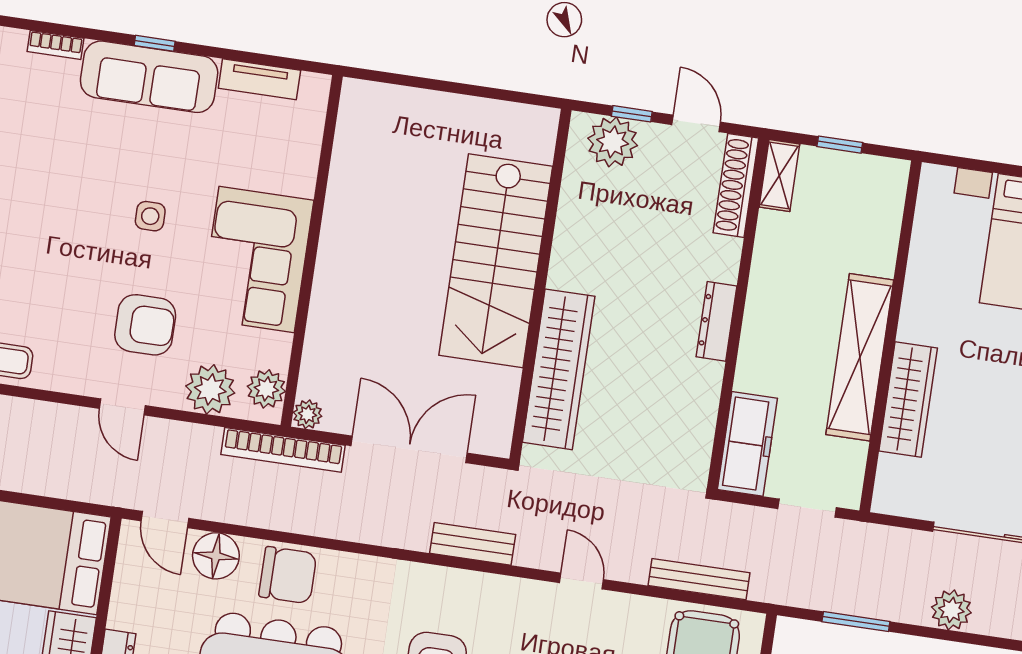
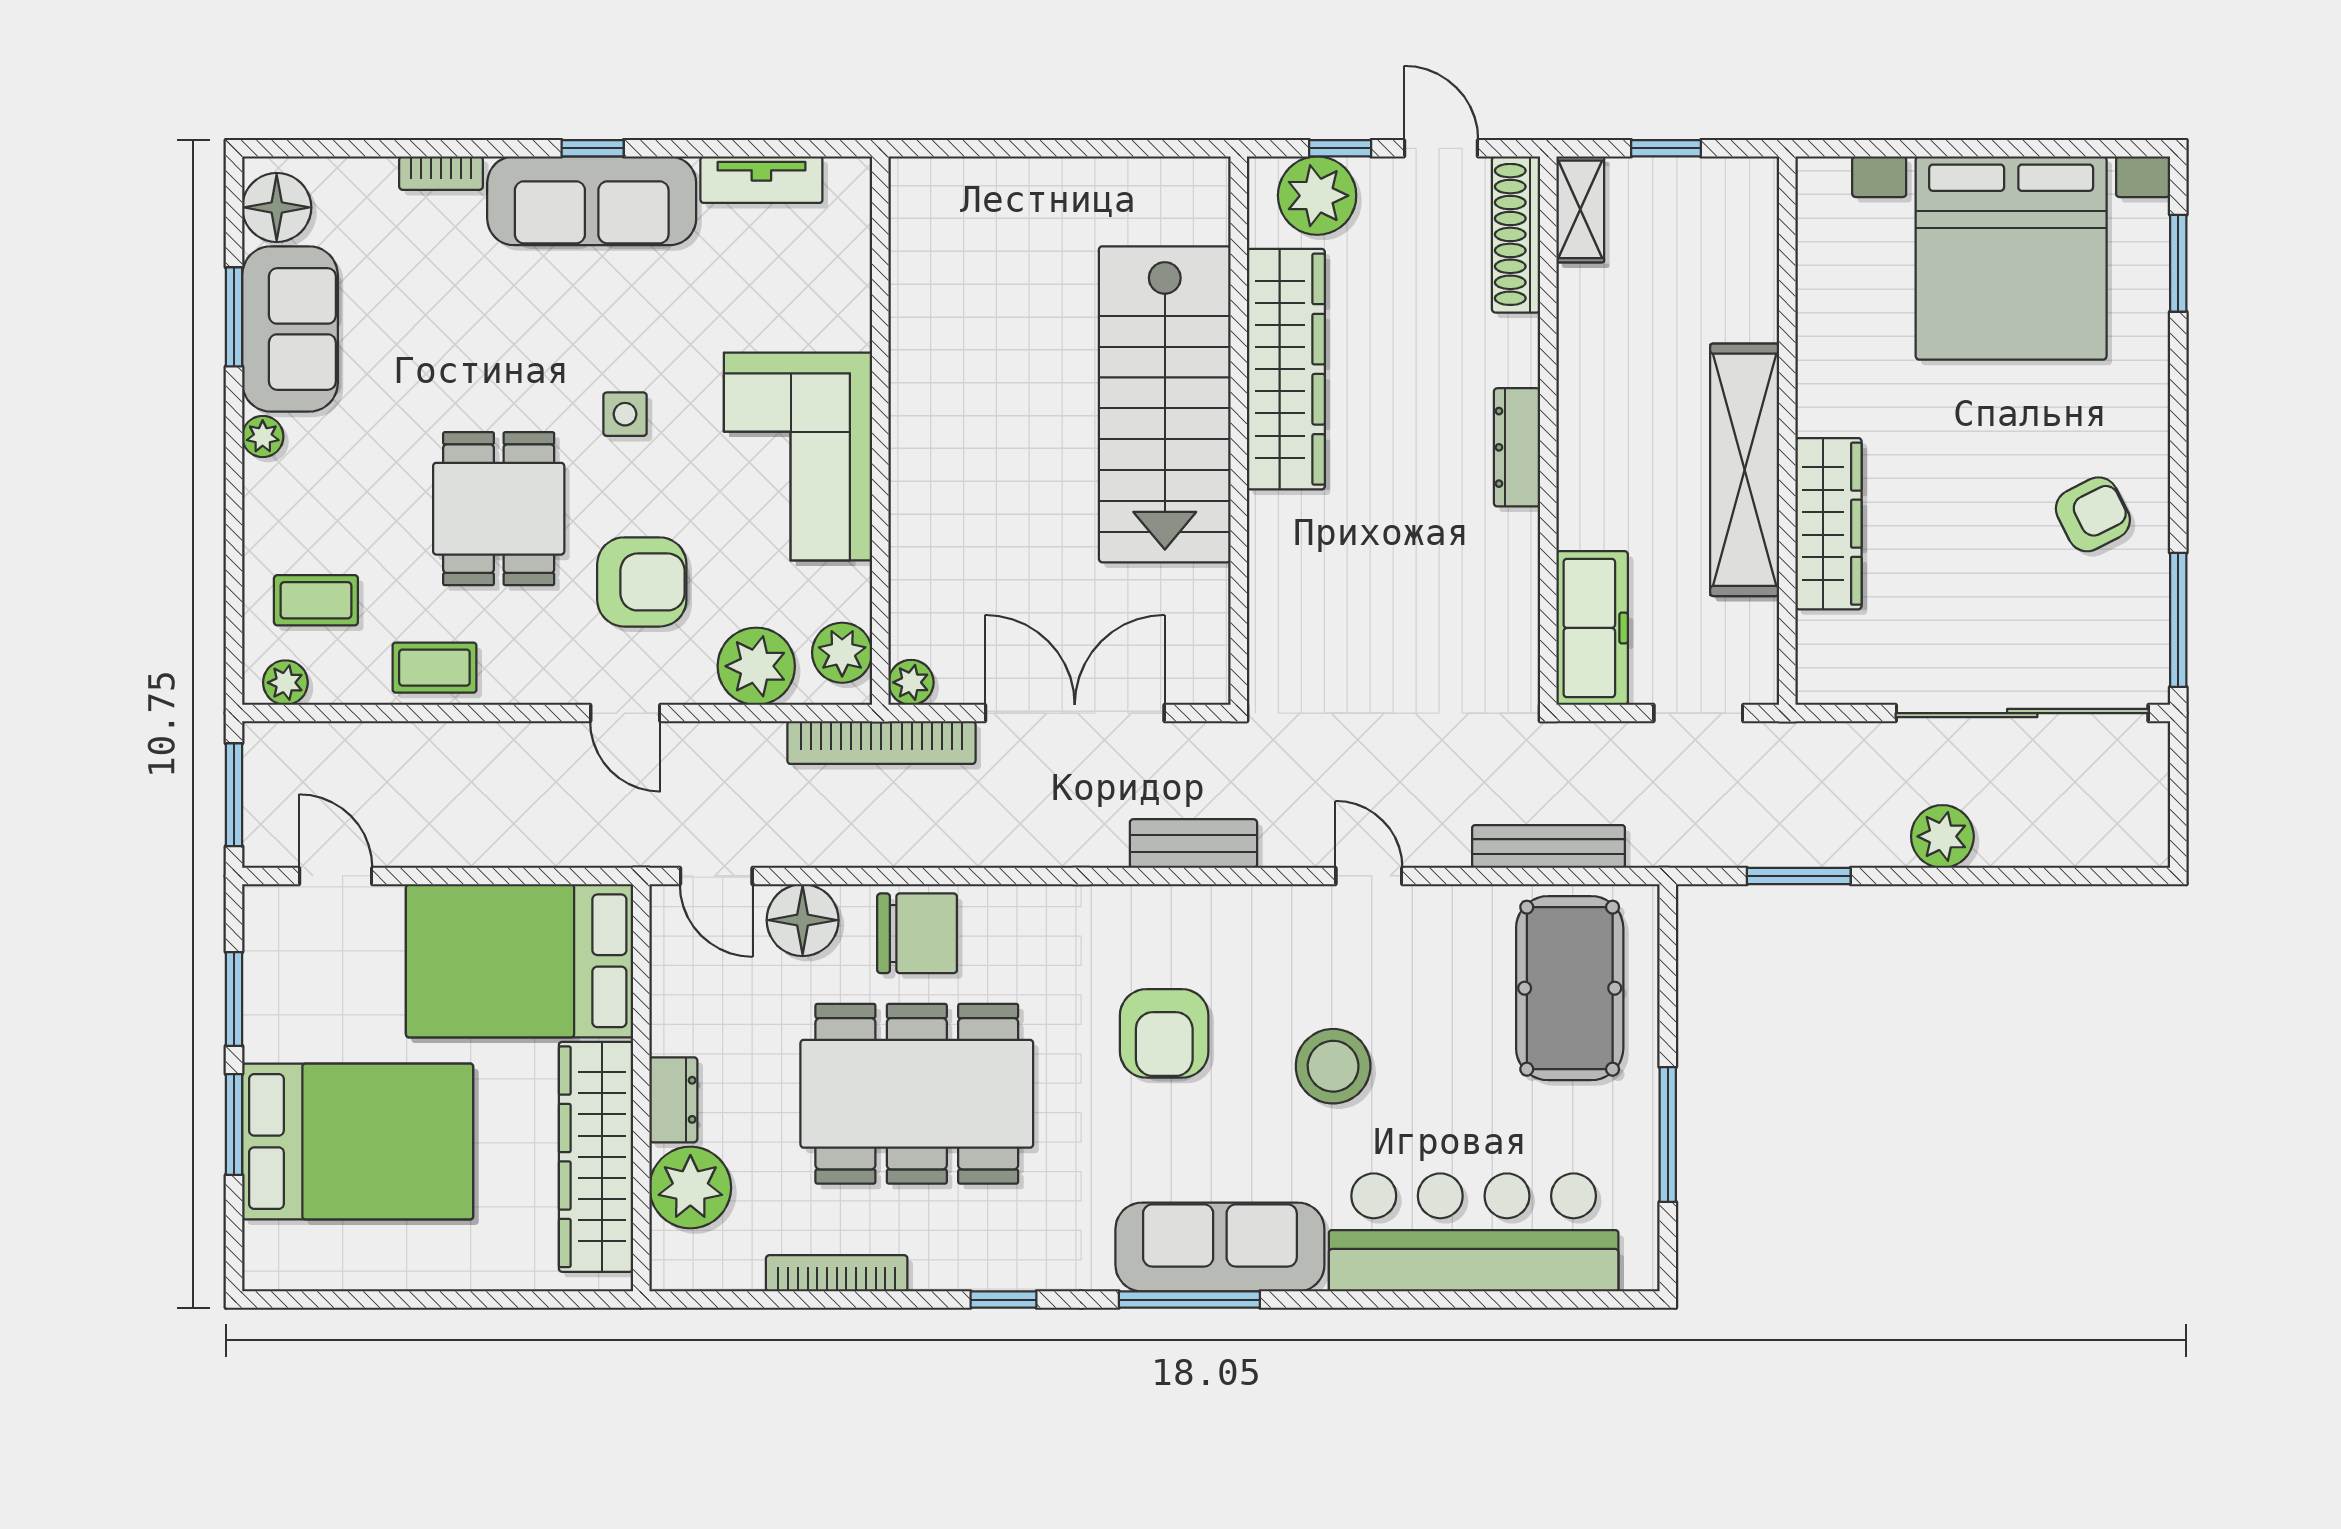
dining table: (61, 265) -> (499, 509), added
wardrobe: (559, 369) -> (1286, 369), moved

